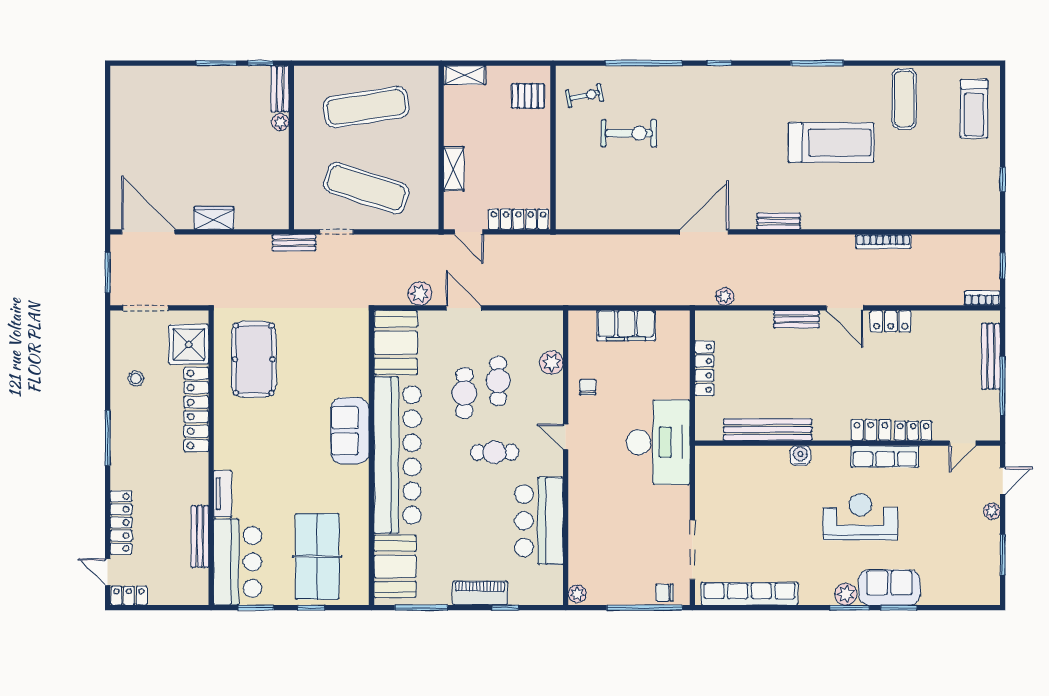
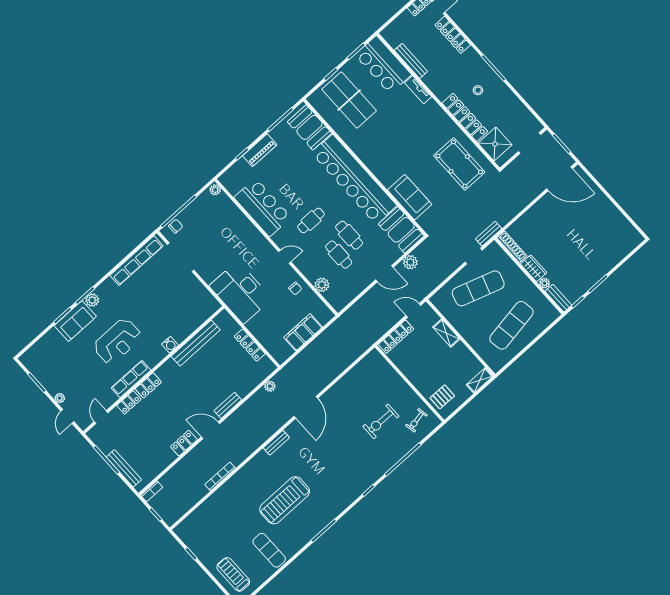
shoe rack: (280, 202) -> (512, 247), added
wardrobe: (214, 218) -> (534, 268), moved, turned -90
stool: (136, 379) -> (478, 90), moved
sofa: (350, 431) -> (410, 197), moved

